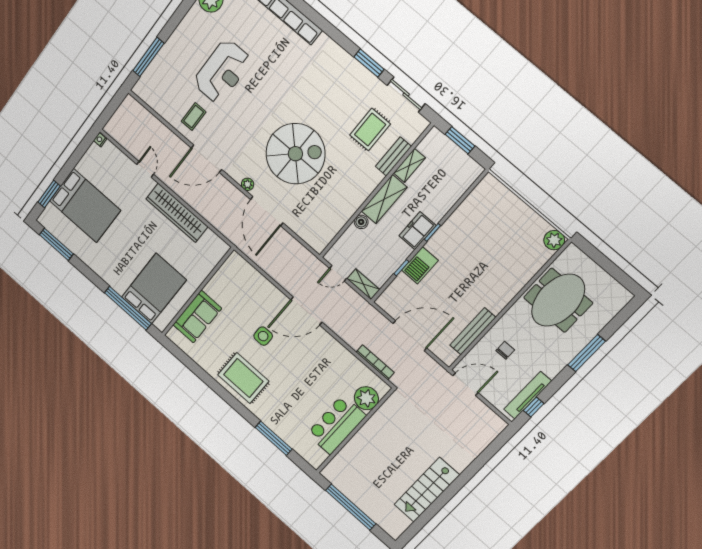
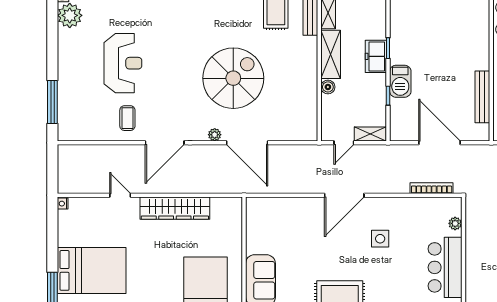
side table: (263, 336) -> (380, 239), moved
door: (410, 336) -> (440, 143), hinge flipped
plant: (366, 398) -> (455, 223), width x0.53, depth x0.53

